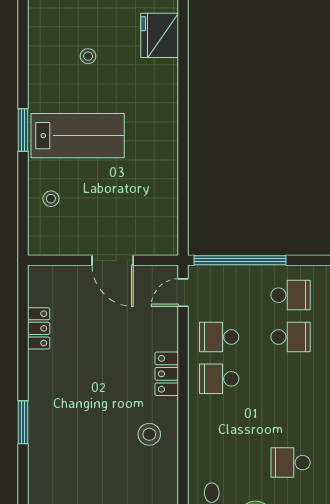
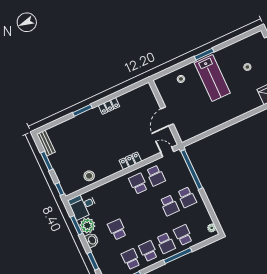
locker: (39, 328) -> (109, 106), moved
school desk: (219, 337) -> (156, 176), turned 180
stool: (149, 434) -> (89, 176), moved

